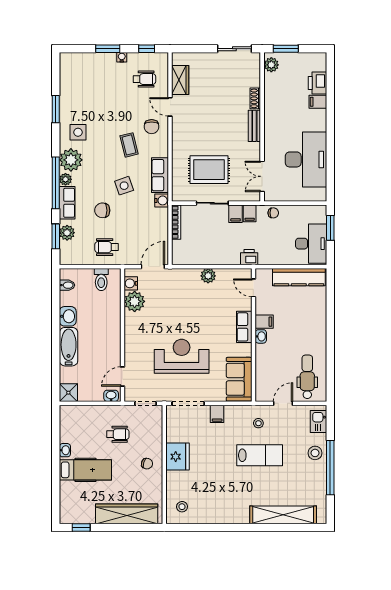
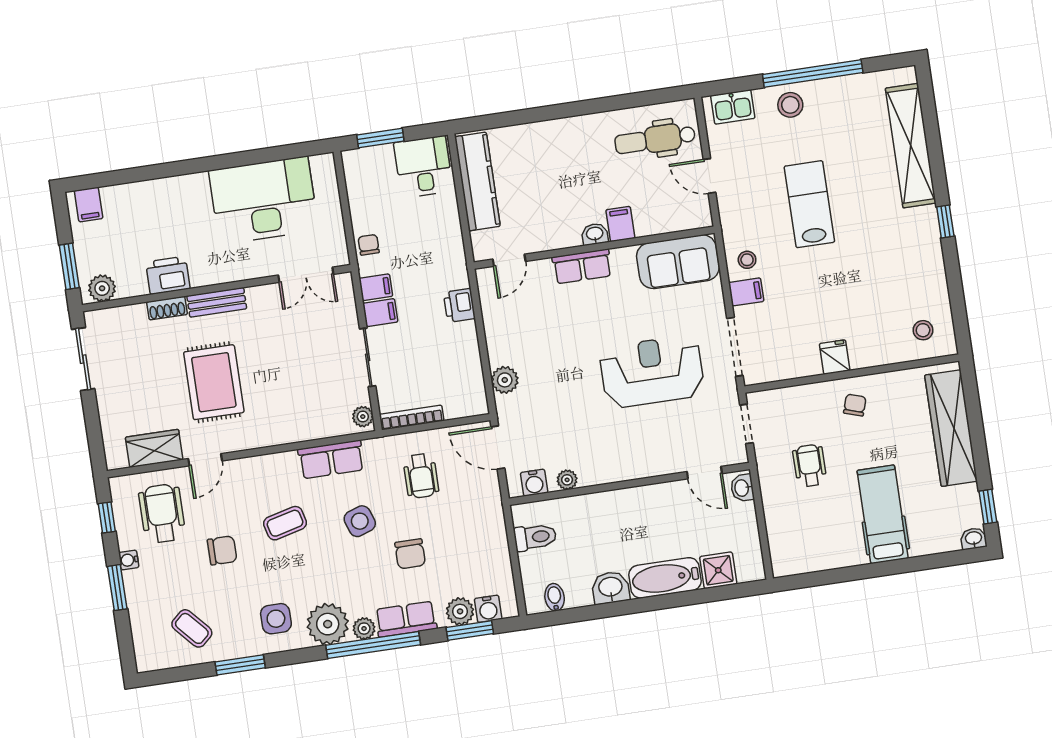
wheelchair: (144, 79) -> (162, 513), width x1.36, depth x1.37
printer: (318, 83) -> (168, 275), moved, turned 180
coffee table: (79, 86) -> (192, 628), added
filing cabinet: (318, 102) -> (89, 205), moved
chair: (152, 127) -> (222, 550), moved
rug: (209, 170) -> (214, 382), moved
plant: (181, 196) -> (363, 417), added
water cooler: (162, 200) -> (488, 609), moved, turned 180
desk: (311, 244) -> (423, 167), width x0.73
wheelchair: (107, 247) -> (421, 476), moved
printer: (249, 257) -> (459, 305), moved
plant: (208, 276) -> (505, 380), moved
plant: (135, 301) -> (567, 480), width x0.53, depth x0.53
filing cabinet: (264, 322) -> (620, 224), moved
reception desk: (182, 356) -> (652, 372), turned 90
shower: (68, 393) -> (718, 570), moved
stool: (258, 423) -> (747, 260), moved
washbasin: (65, 450) -> (974, 539), moved
fridge: (178, 457) -> (835, 357), width x0.53, depth x0.75
window: (239, 528) -> (945, 222), added

